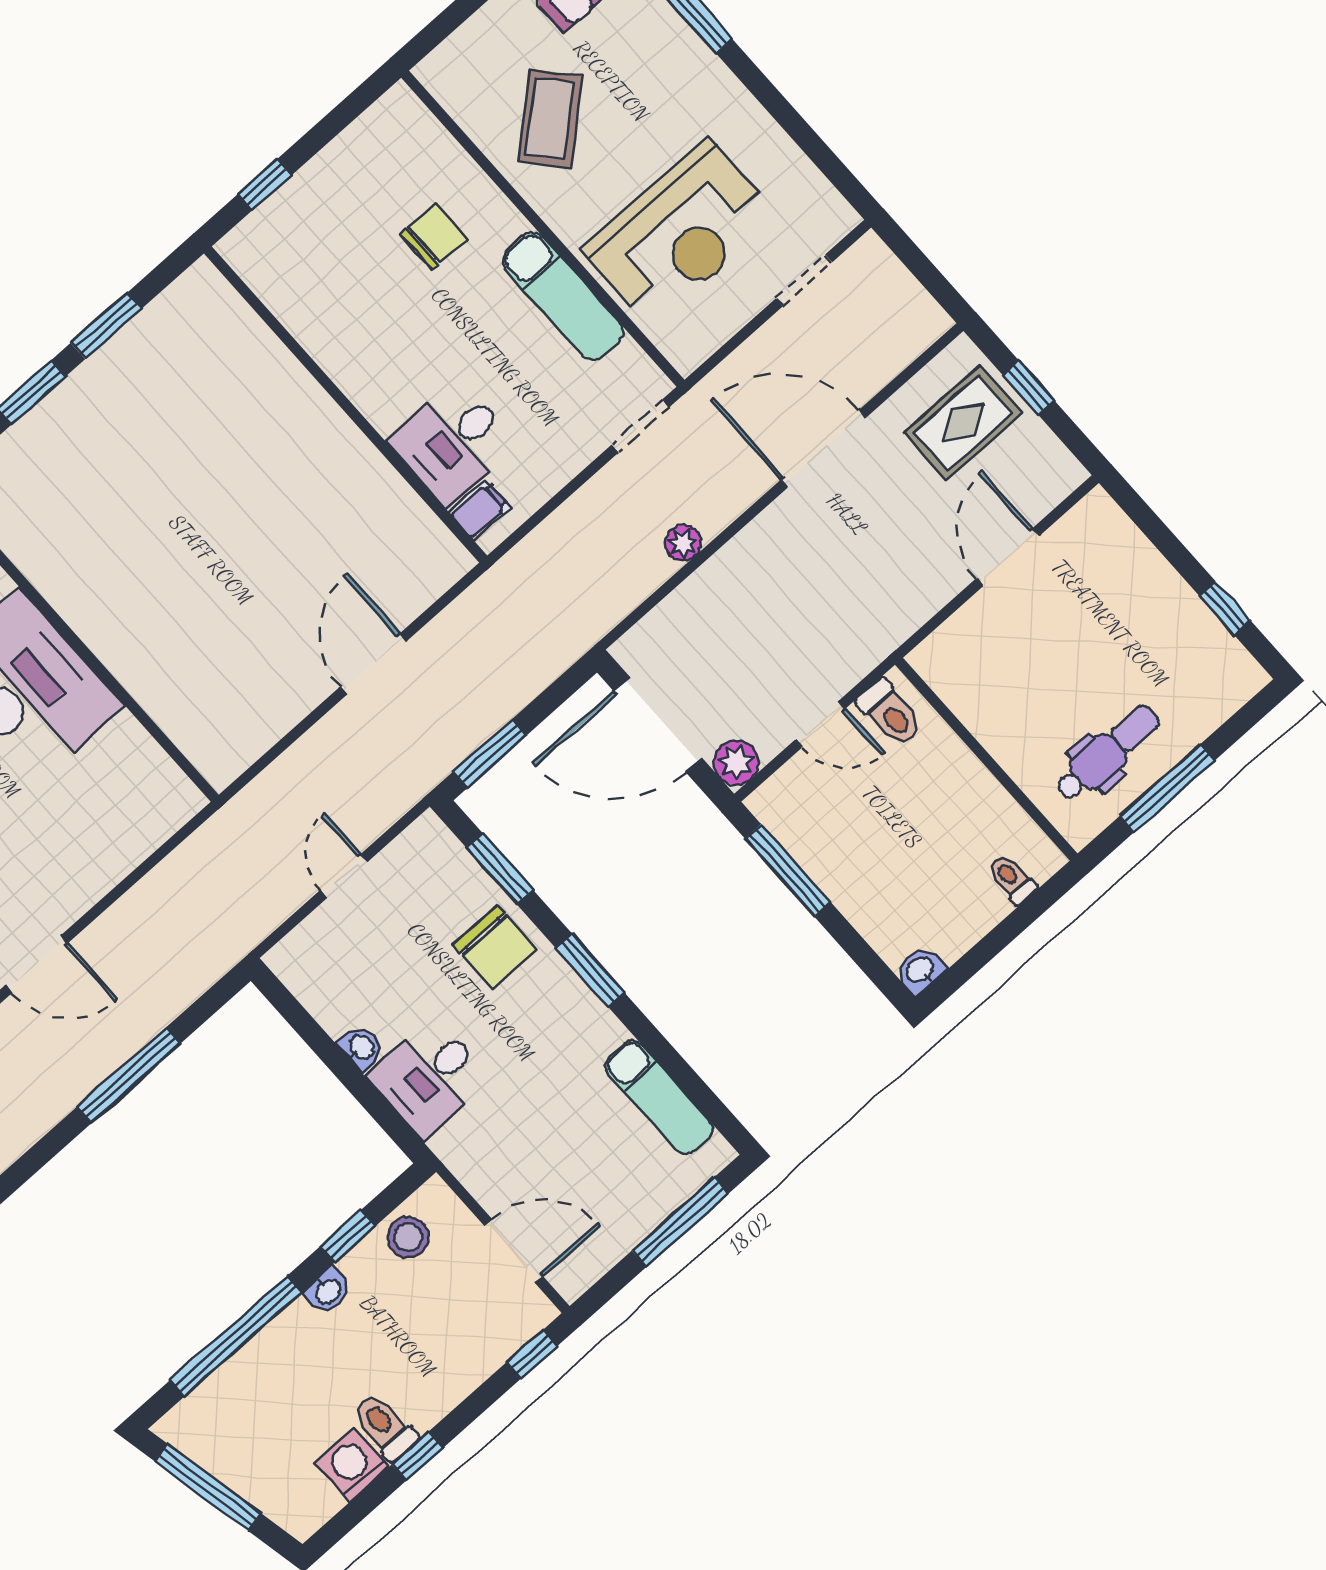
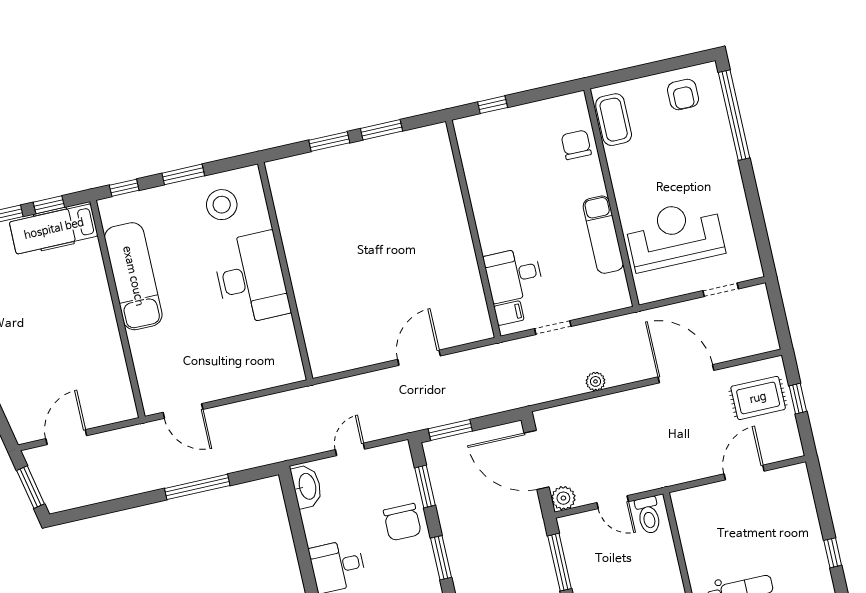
coffee table: (550, 119) -> (614, 120), moved, turned -49
reception desk: (680, 233) -> (675, 235), turned 180
chair: (434, 236) -> (576, 145), moved, turned -90
doorway: (641, 426) -> (553, 328), moved
washbasin: (361, 1047) -> (307, 486), moved, width x1.91, depth x1.45

